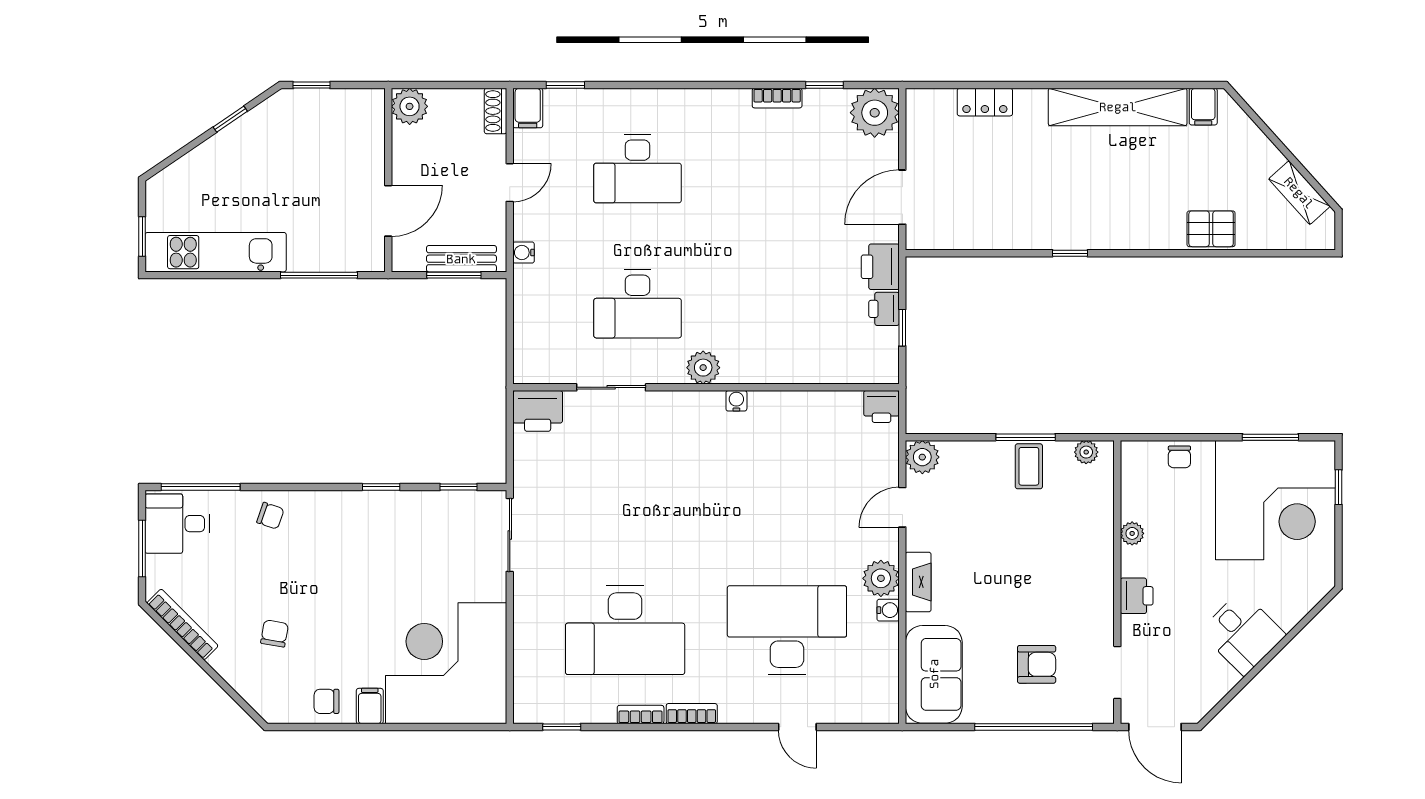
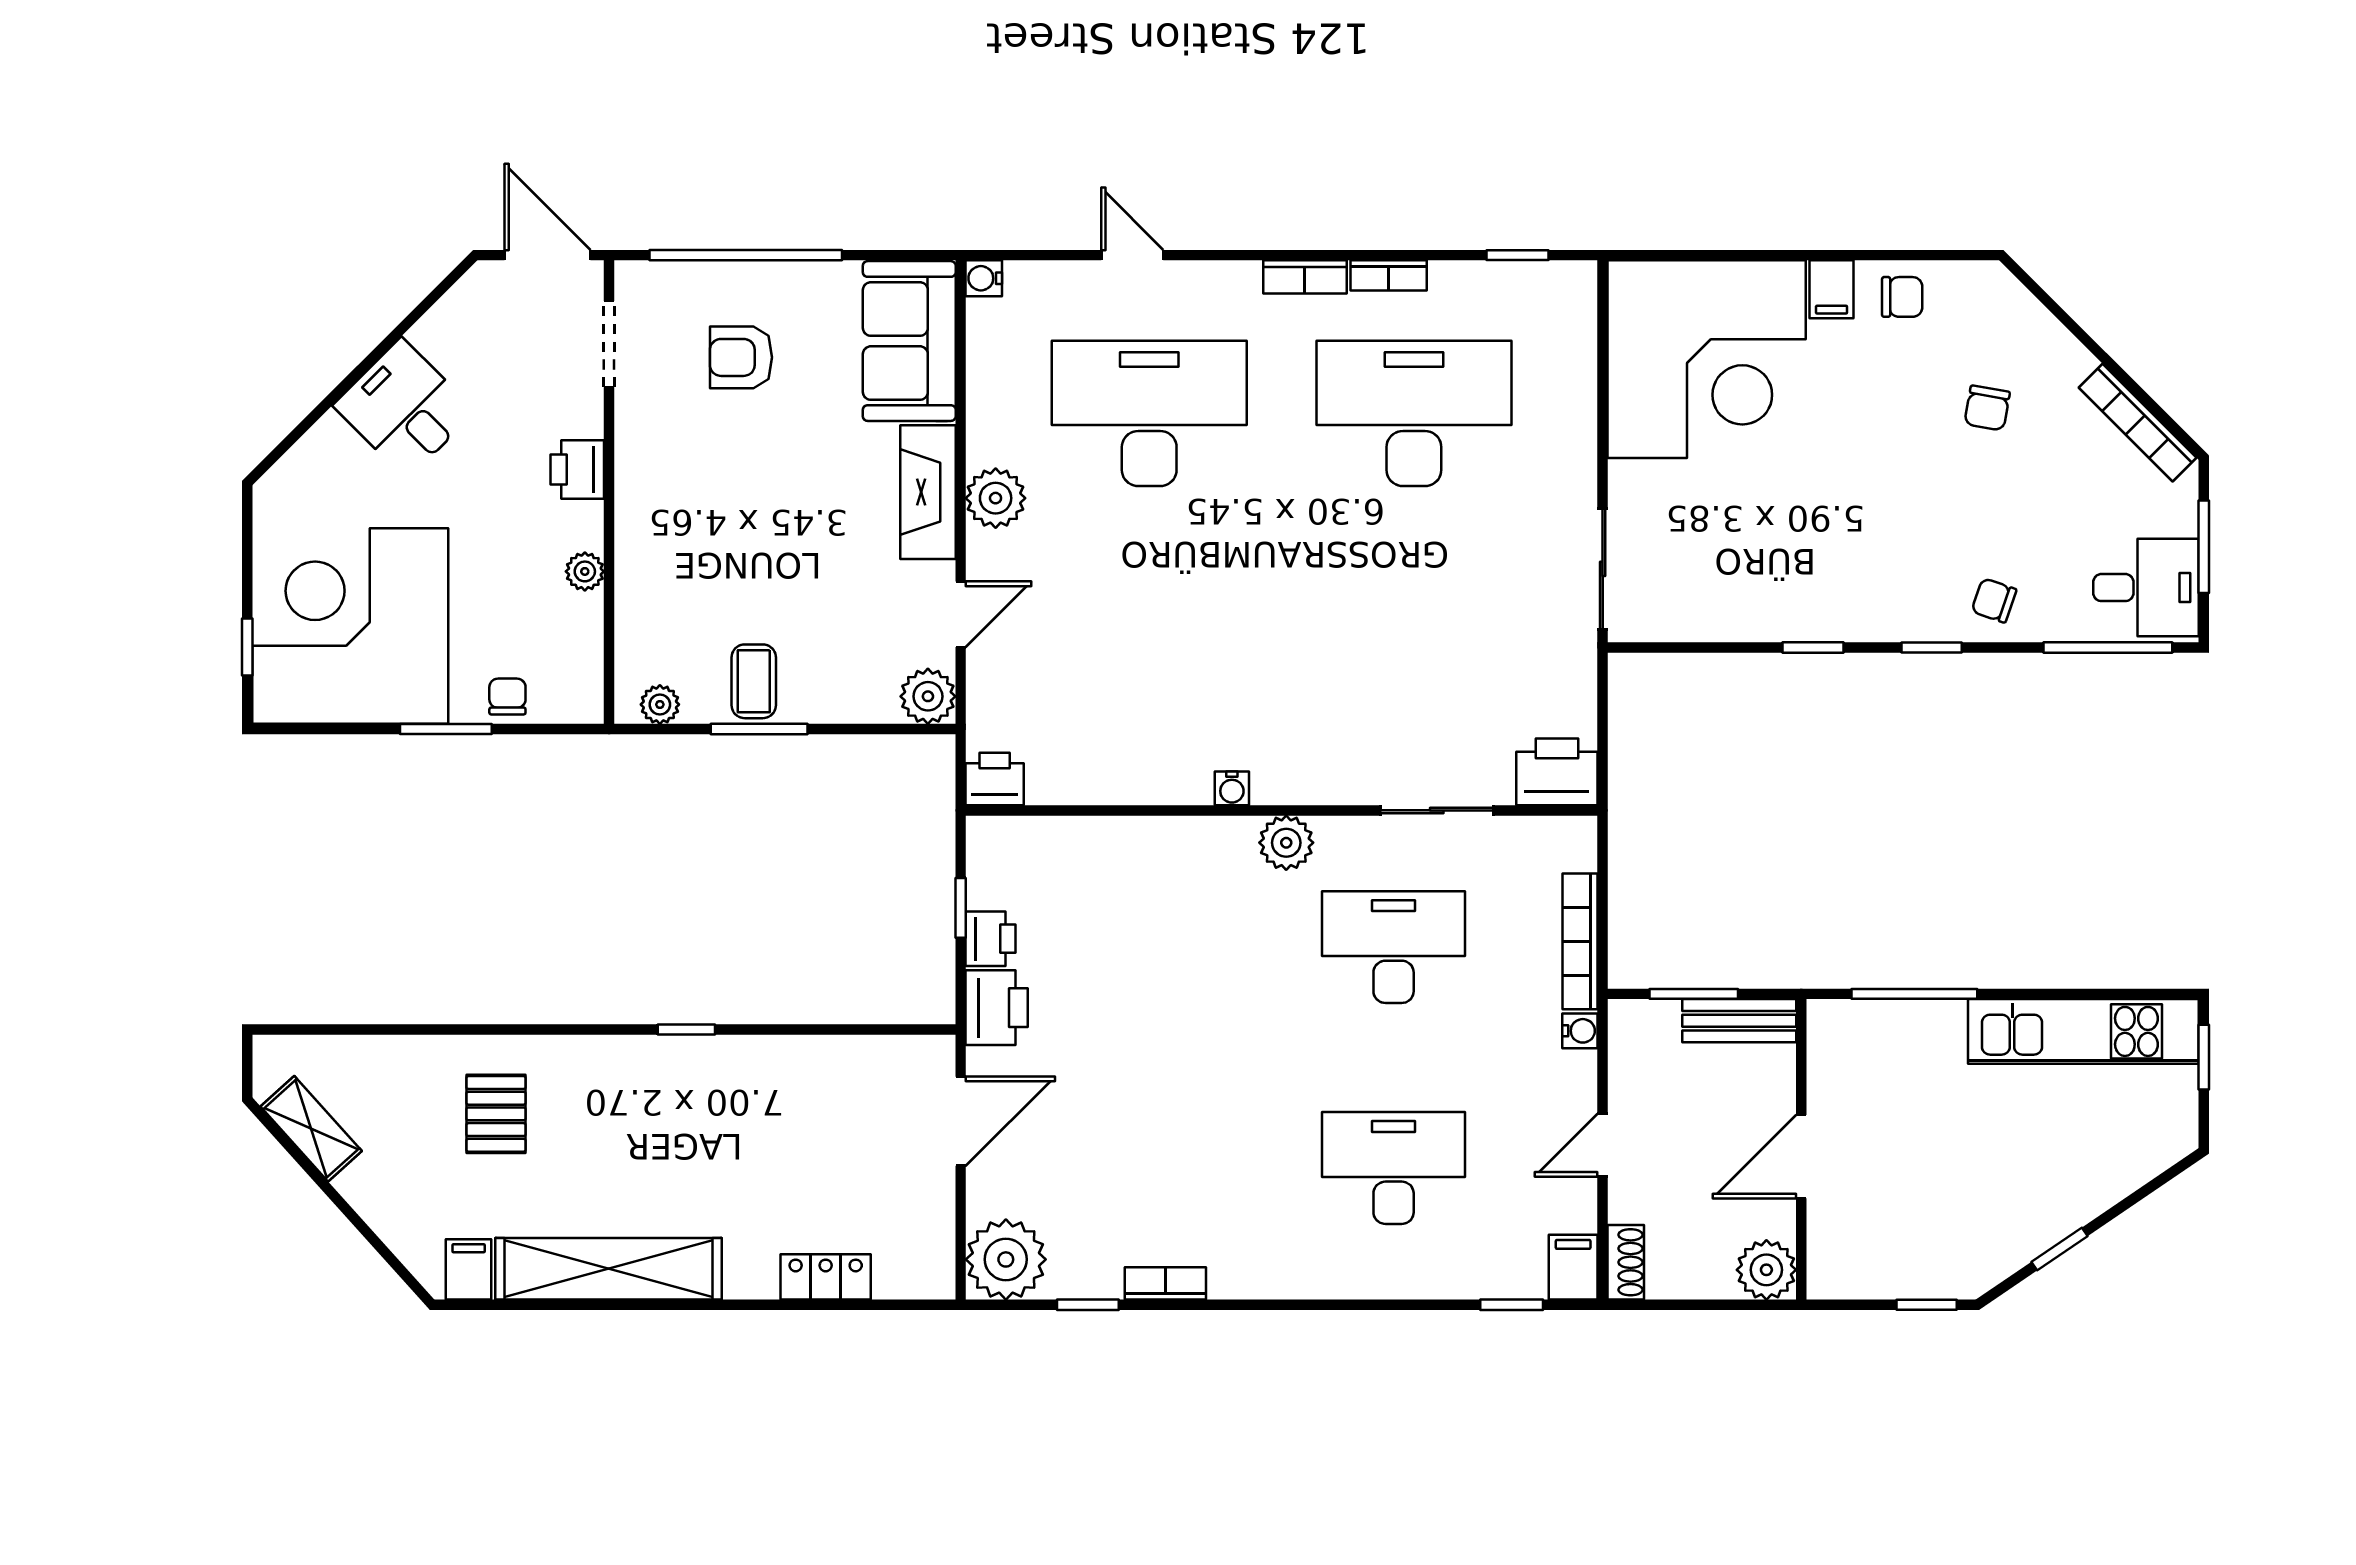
door: (388, 211) -> (1801, 1157), moved
pallet: (1211, 229) -> (496, 1114), moved, turned 90
bench: (461, 259) -> (1739, 1021), moved
bookcase: (523, 307) -> (1580, 941), added
window: (1270, 437) -> (446, 729), moved
window: (459, 487) -> (1932, 647), moved
fireplace: (918, 582) -> (928, 492), width x1.37, depth x1.32
water cooler: (888, 610) -> (984, 278), moved
desk: (787, 630) -> (1149, 413), turned 180

